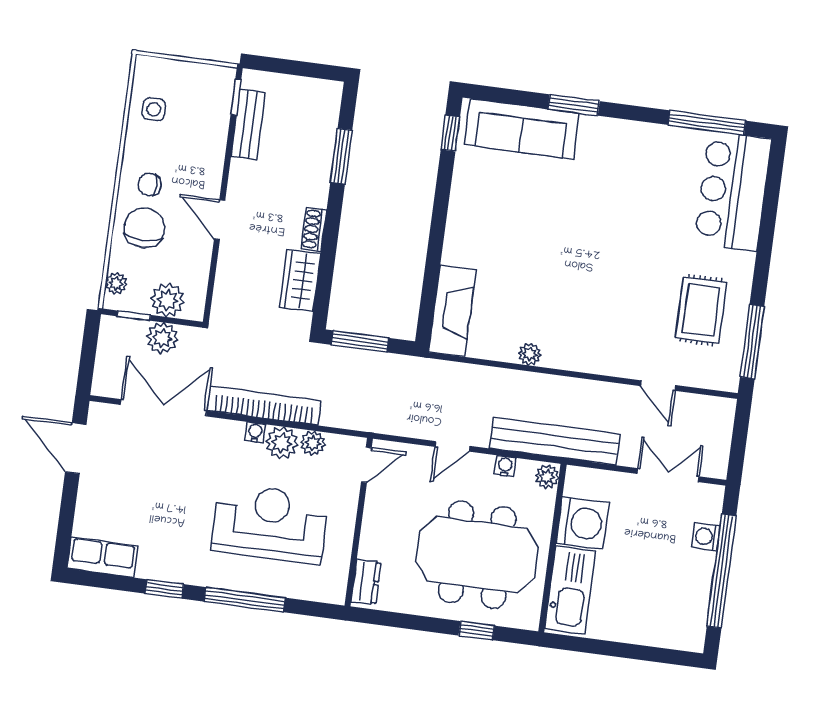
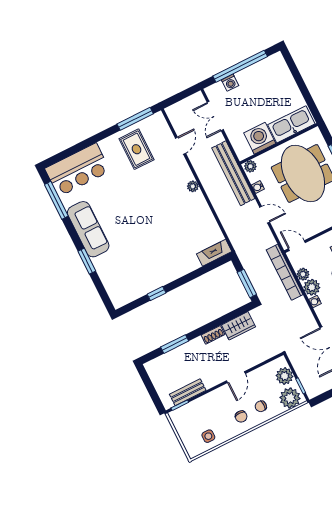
sofa: (522, 129) -> (88, 229), moved
window: (450, 133) -> (157, 294), moved
chair: (144, 228) -> (261, 406), width x0.54, depth x0.54
plant: (116, 283) -> (290, 398), width x1.88, depth x1.88
rug: (701, 310) -> (137, 149), turned 90
fireplace: (452, 311) -> (214, 253), width x0.73, depth x0.76
plant: (162, 338) -> (302, 367), removed
plant: (530, 354) -> (193, 186), moved
bookcase: (264, 406) -> (285, 272), moved

